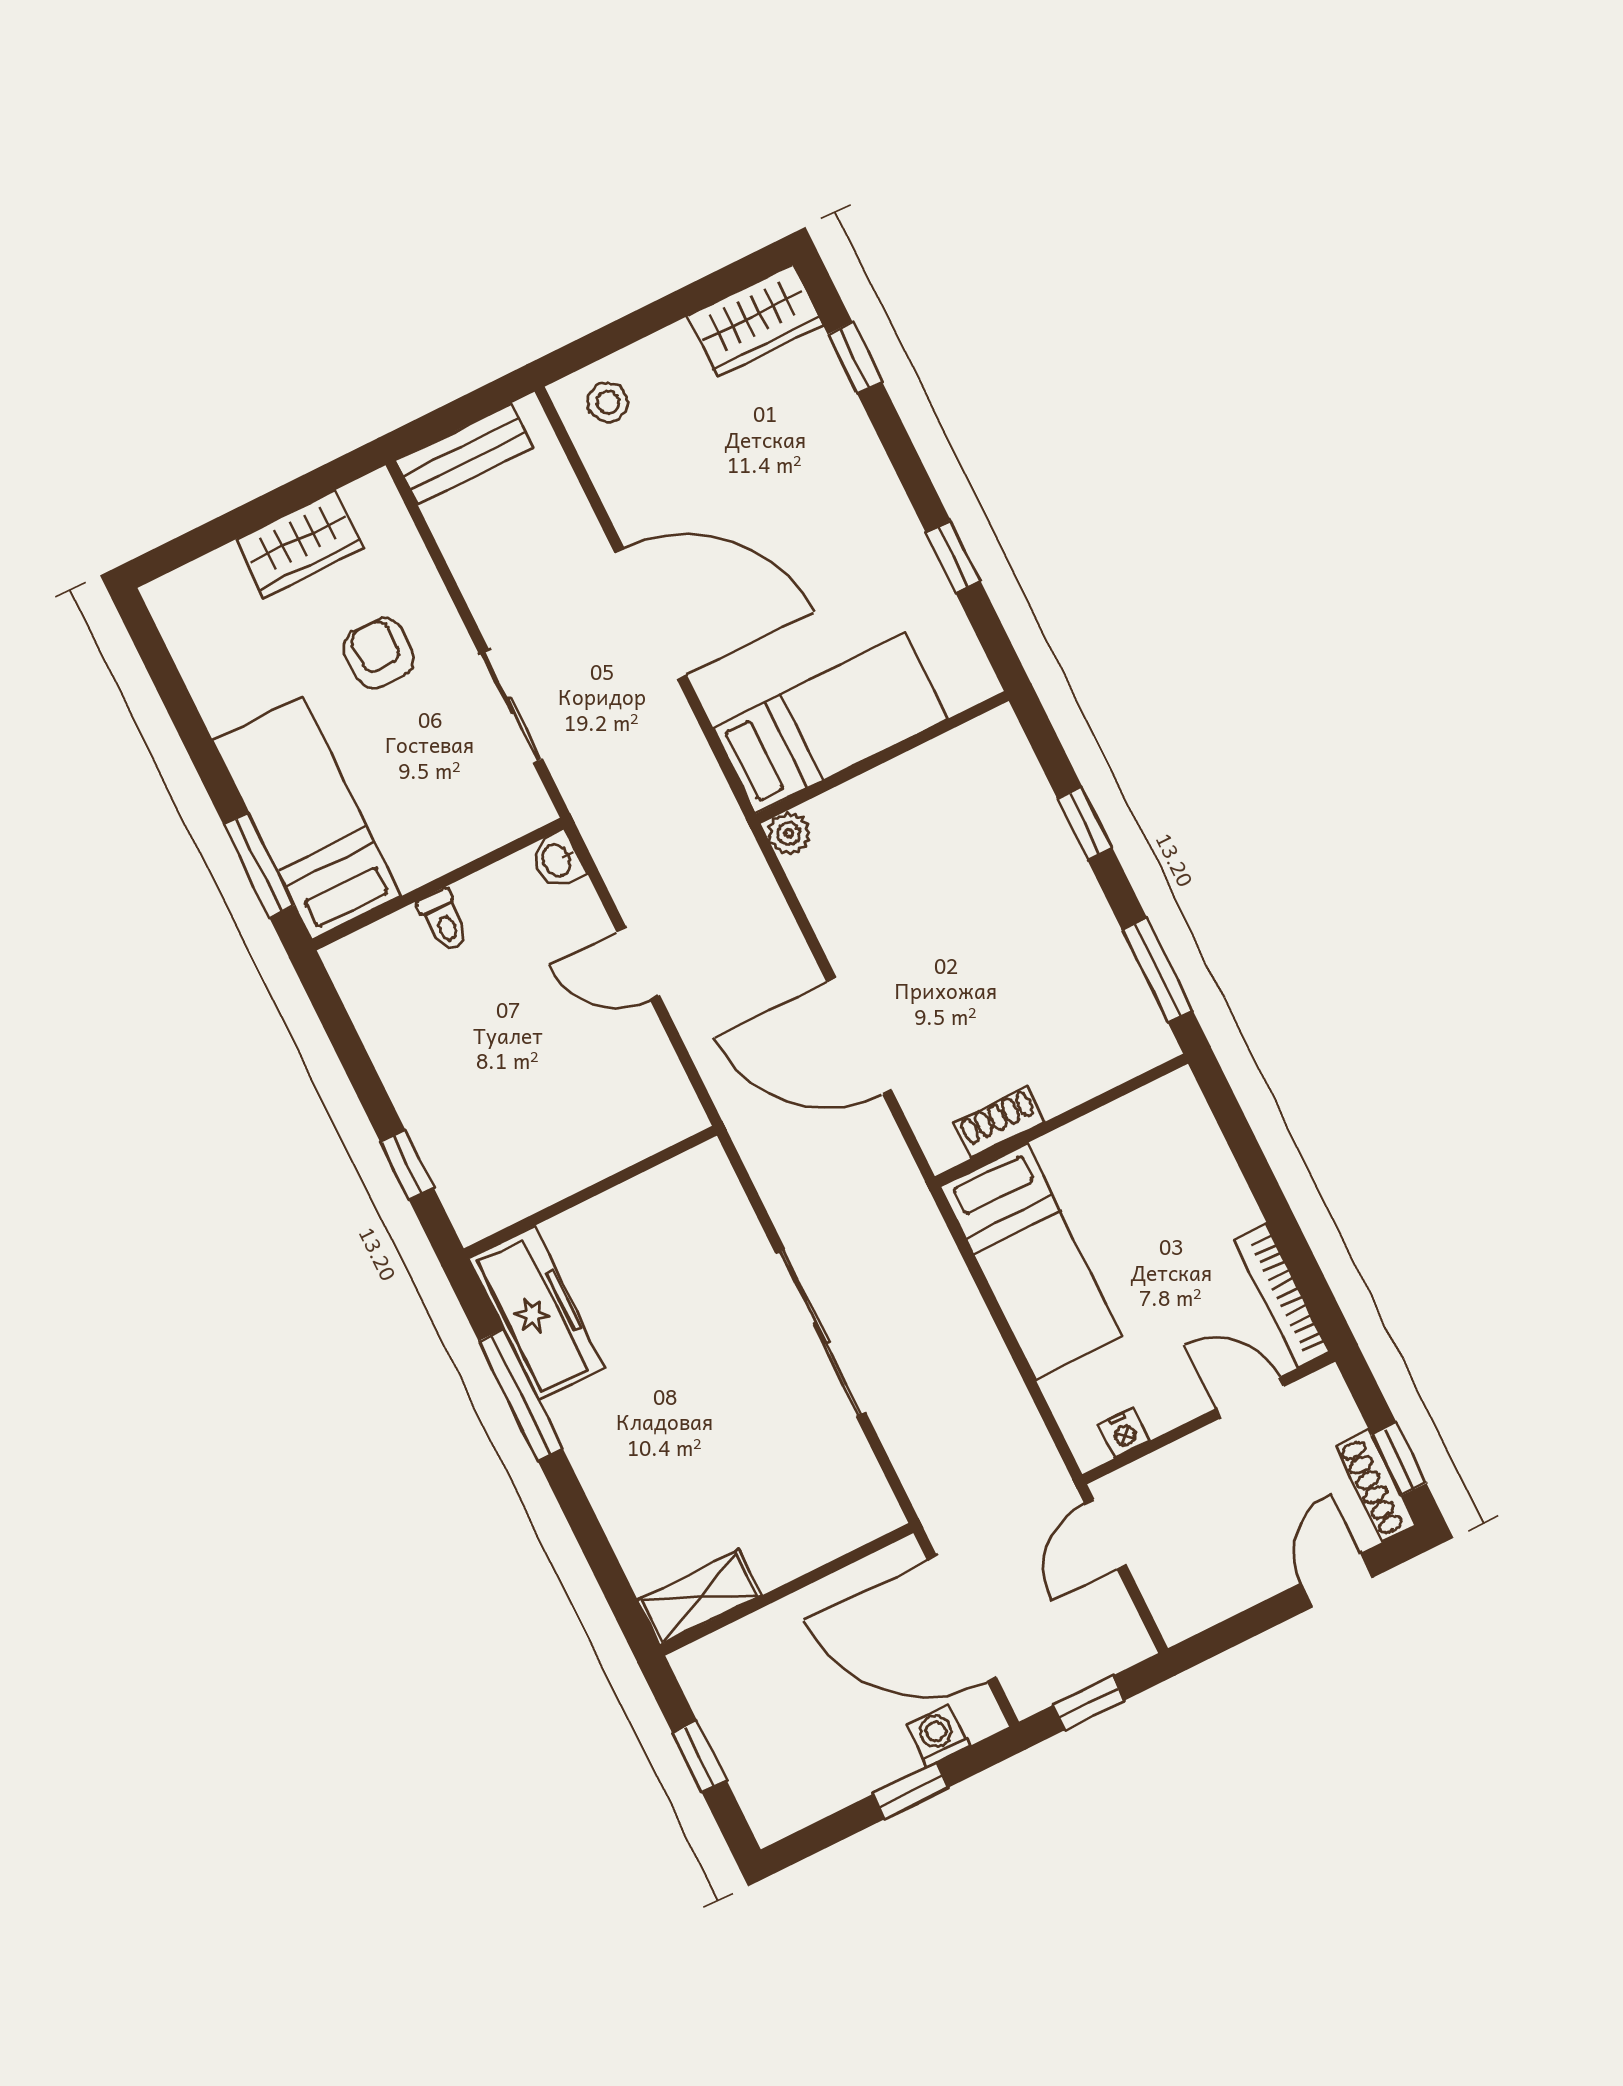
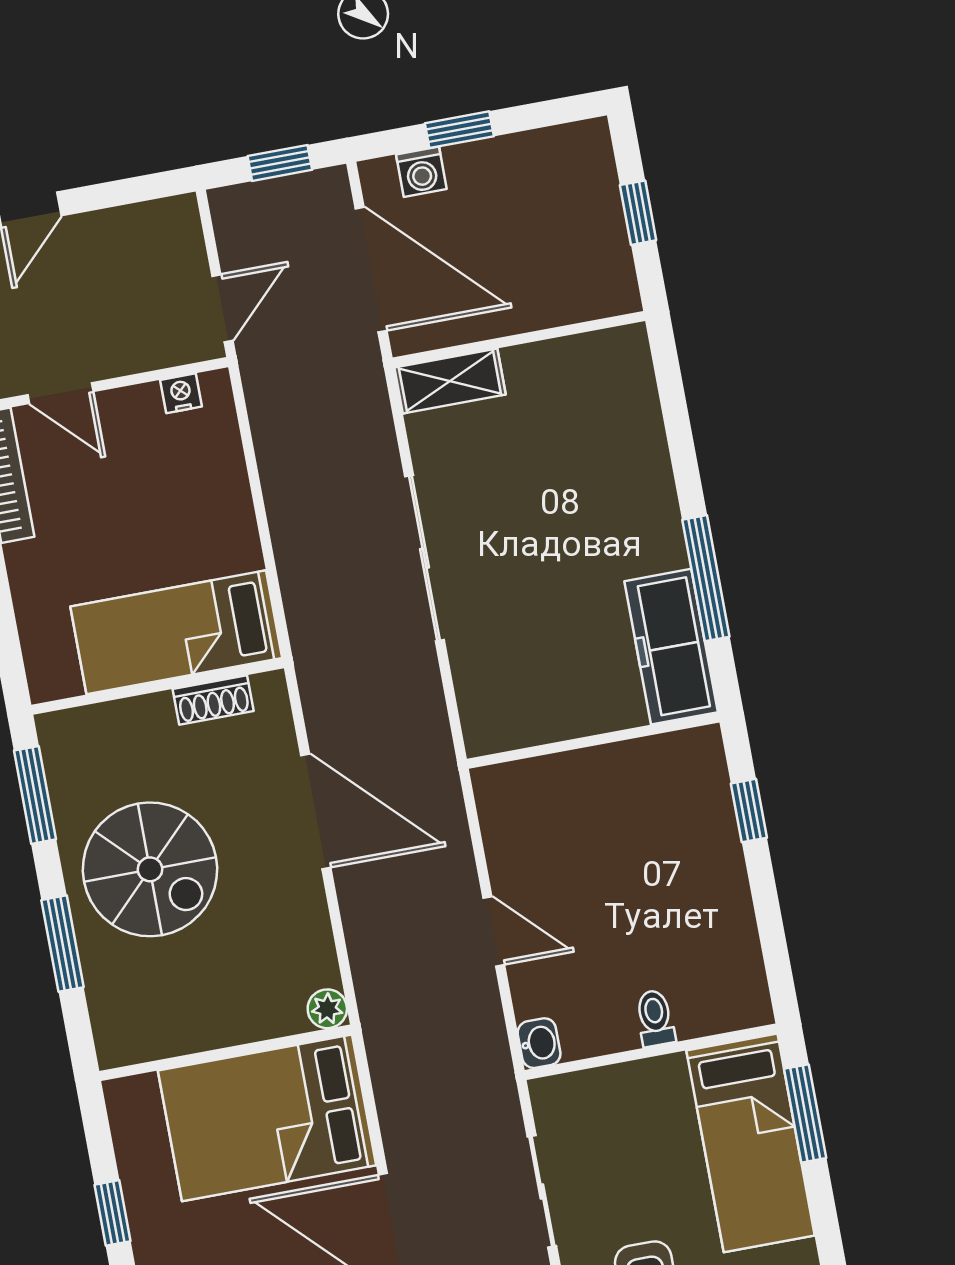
bed: (830, 723) -> (267, 1118), width x1.50
window: (1085, 823) -> (63, 944), width x1.50
spiral stairs: (1015, 927) -> (150, 869), added
bed: (1031, 1261) -> (176, 632), moved, turned -90
shelving: (700, 1598) -> (450, 381), moved

